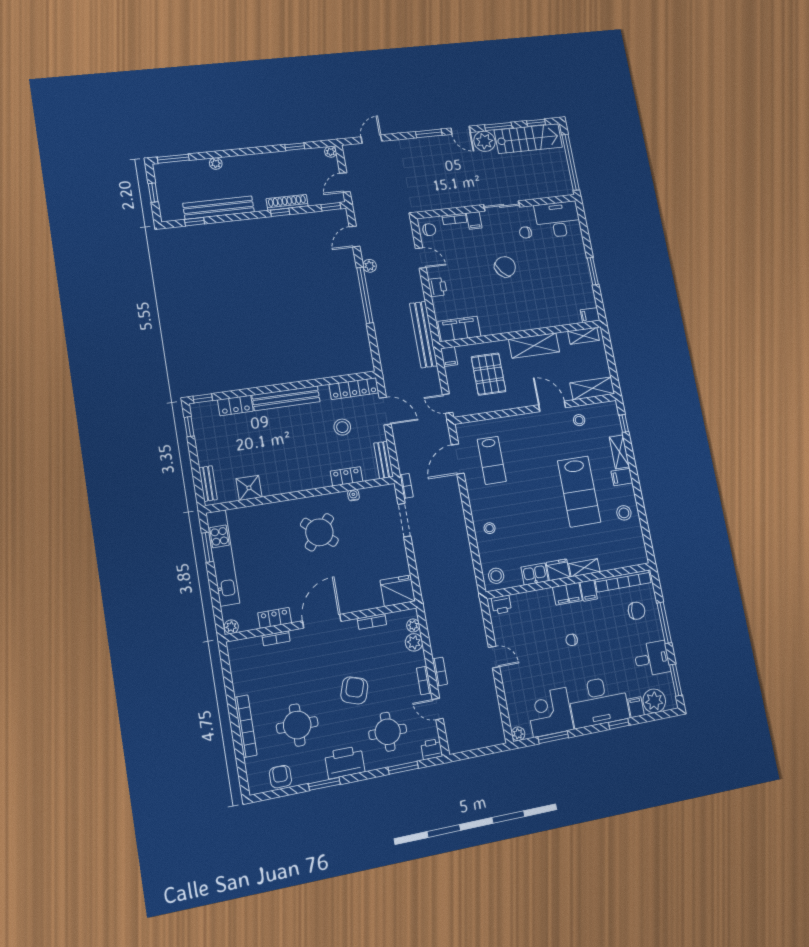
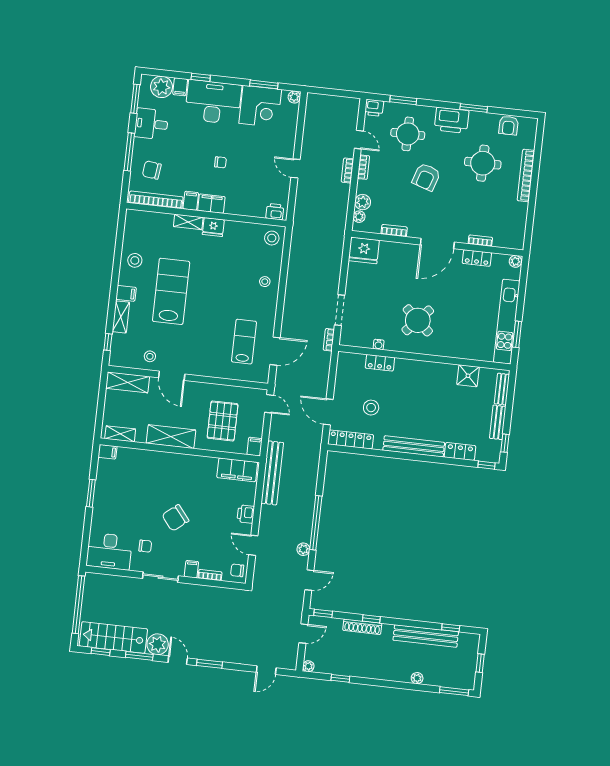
bench: (384, 460) -> (498, 422), moved
kitchen sink: (535, 574) -> (236, 229), removed

